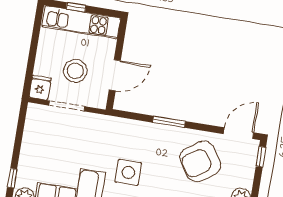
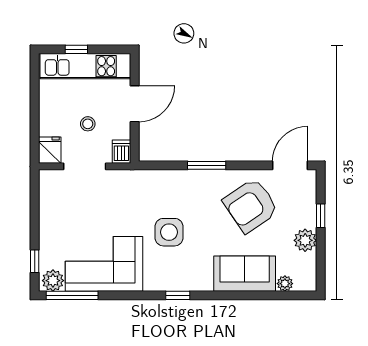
stool: (75, 71) -> (88, 124), width x0.53, depth x0.53
door: (115, 75) -> (135, 104), moved
dishwasher: (100, 99) -> (121, 152), added
window: (261, 157) -> (321, 216), moved

